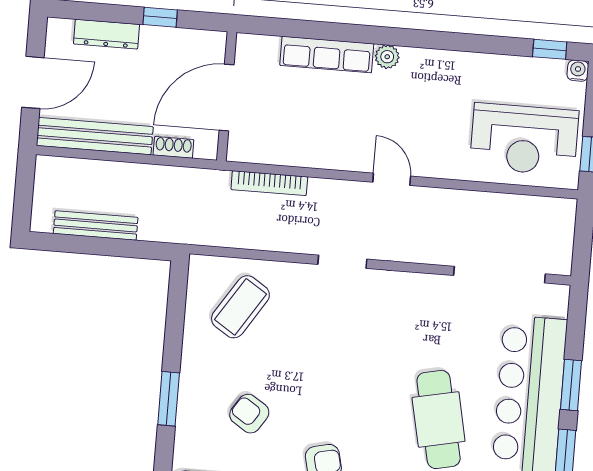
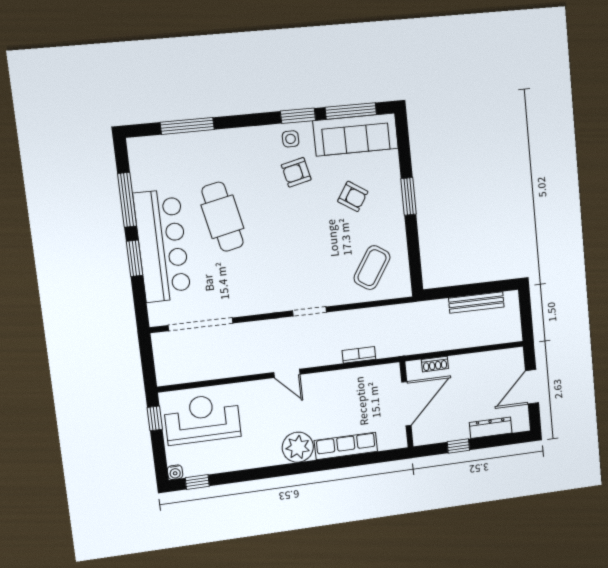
plant: (387, 57) -> (298, 447), width x1.87, depth x1.87
bench: (95, 136) -> (487, 361), removed
bookcase: (269, 183) -> (359, 355), width x0.64

